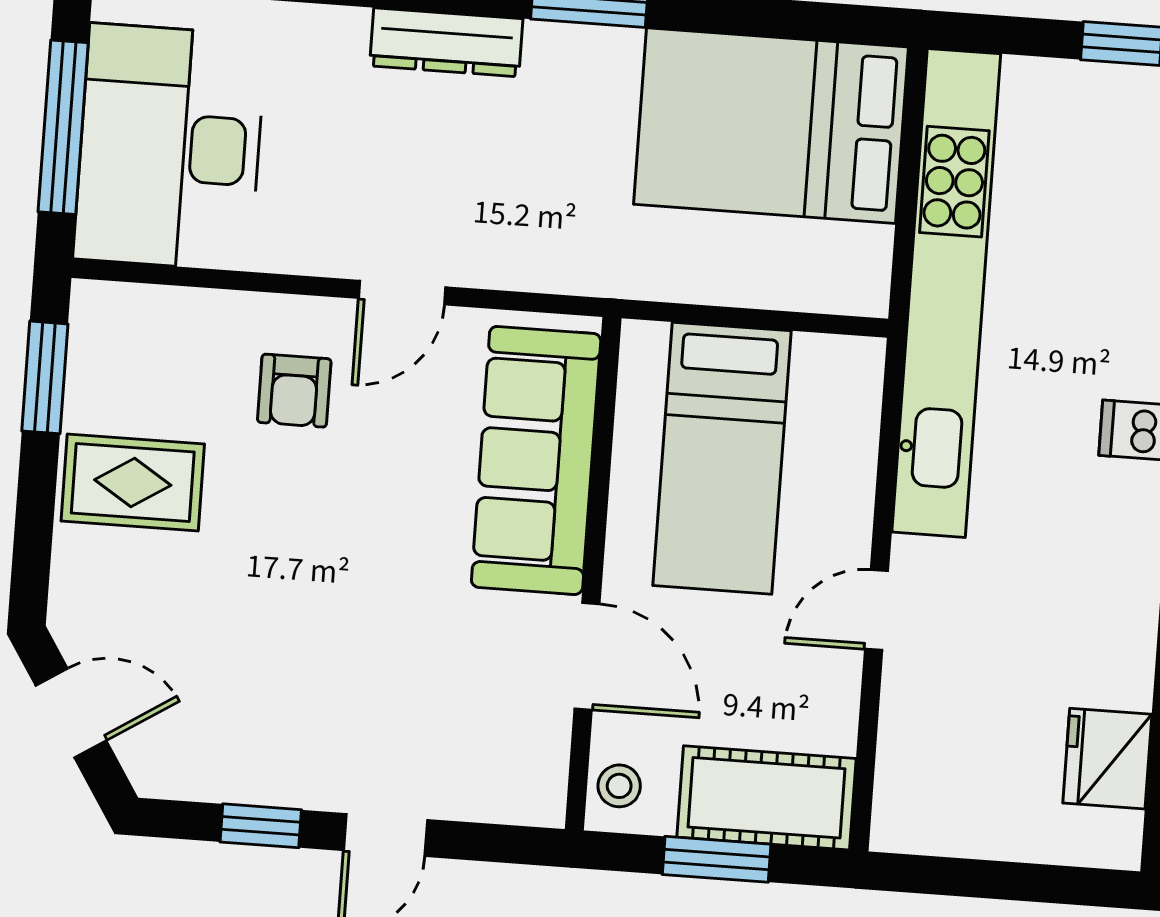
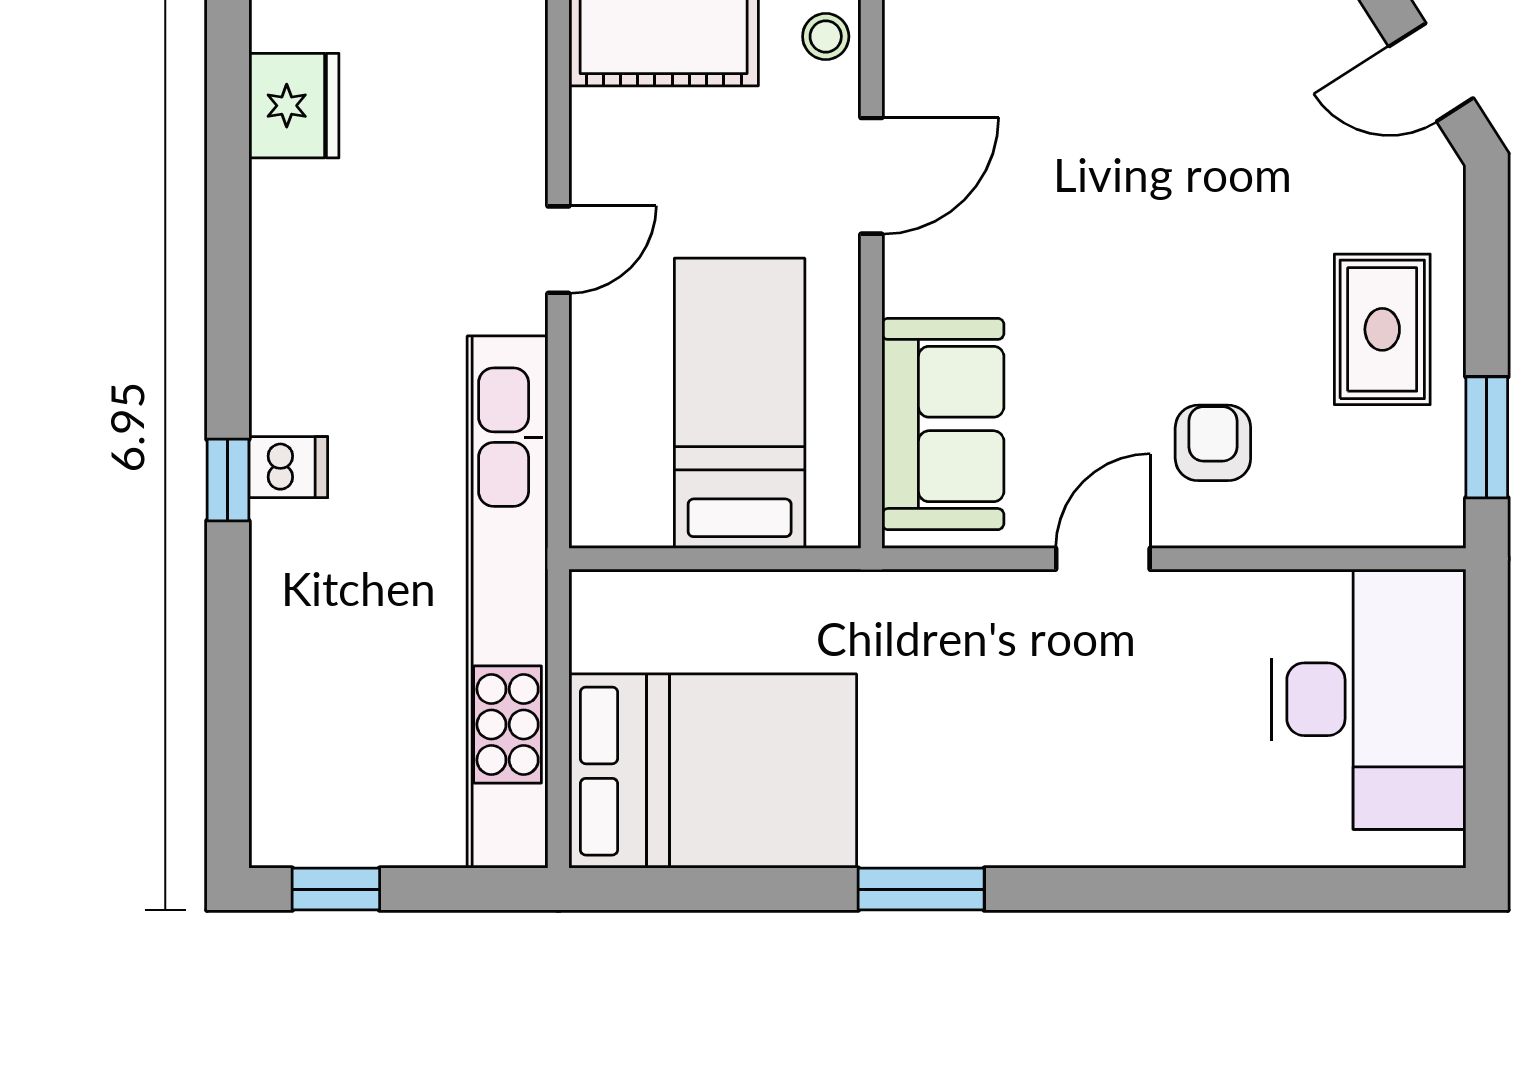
dresser: (446, 42) -> (1075, 836), removed
window: (63, 127) -> (1487, 712), removed
sofa: (536, 460) -> (943, 424), width x0.73
rug: (133, 482) -> (1382, 329), turned 90
door: (587, 656) -> (871, 176), swing flipped

